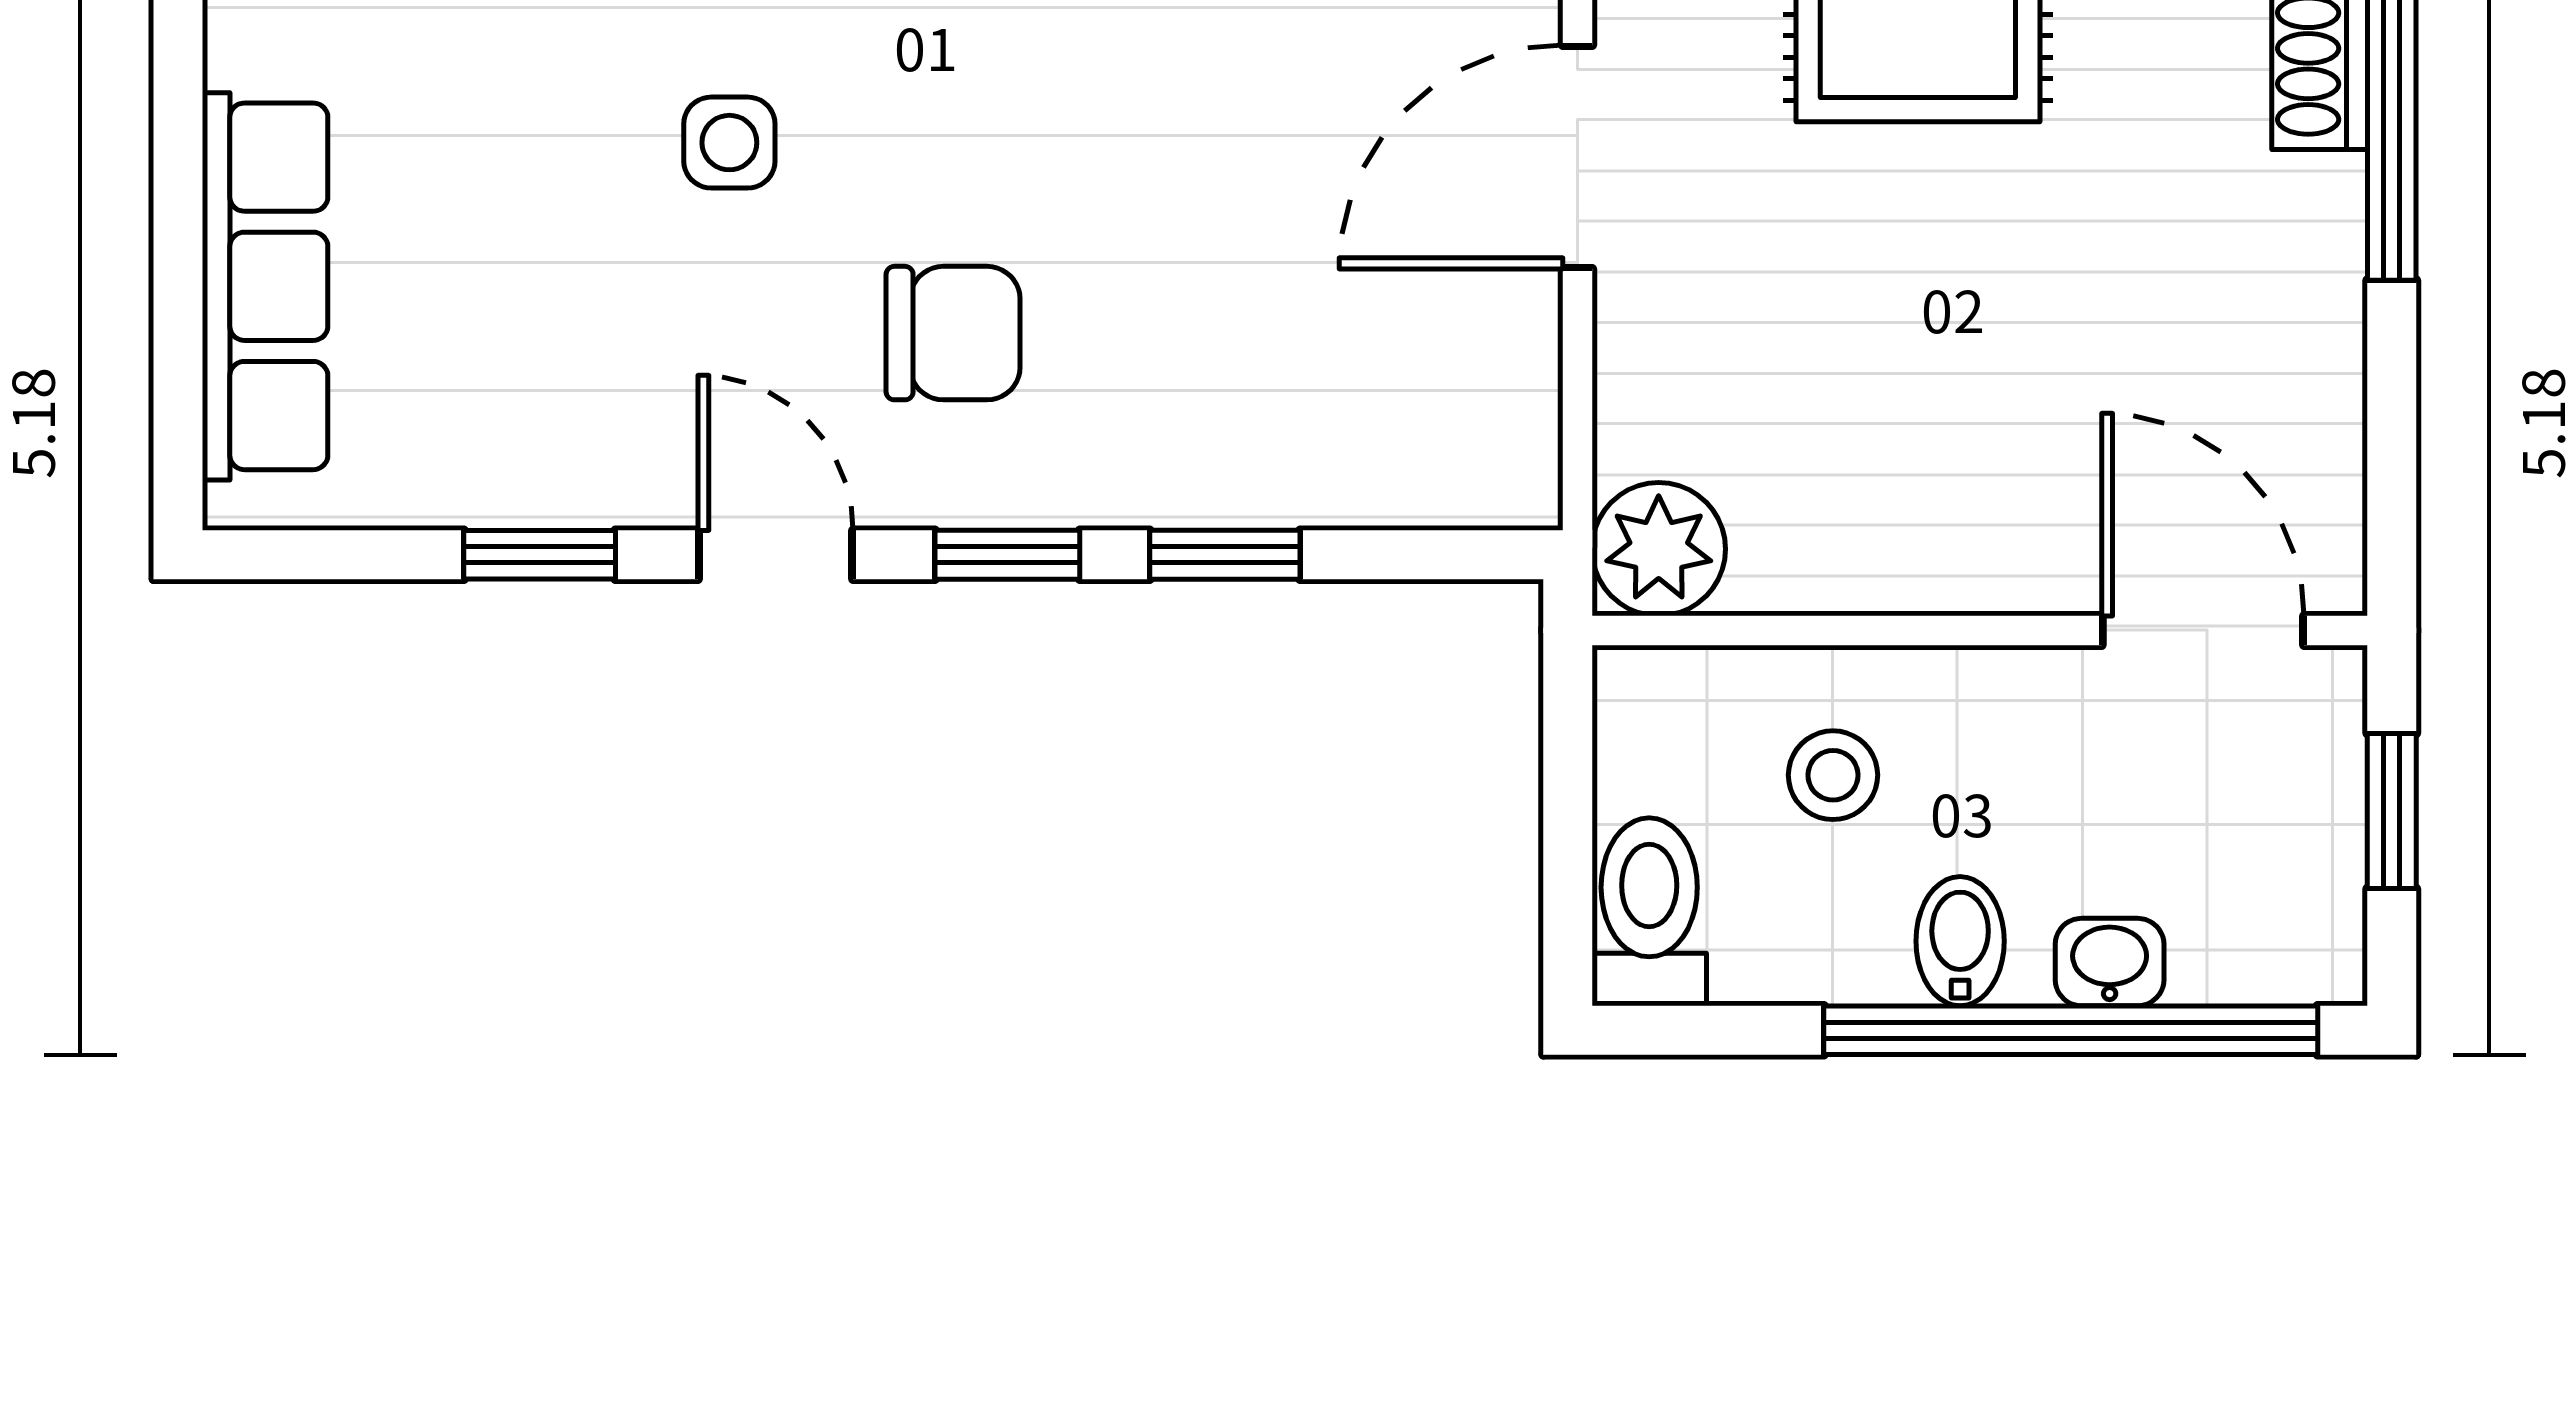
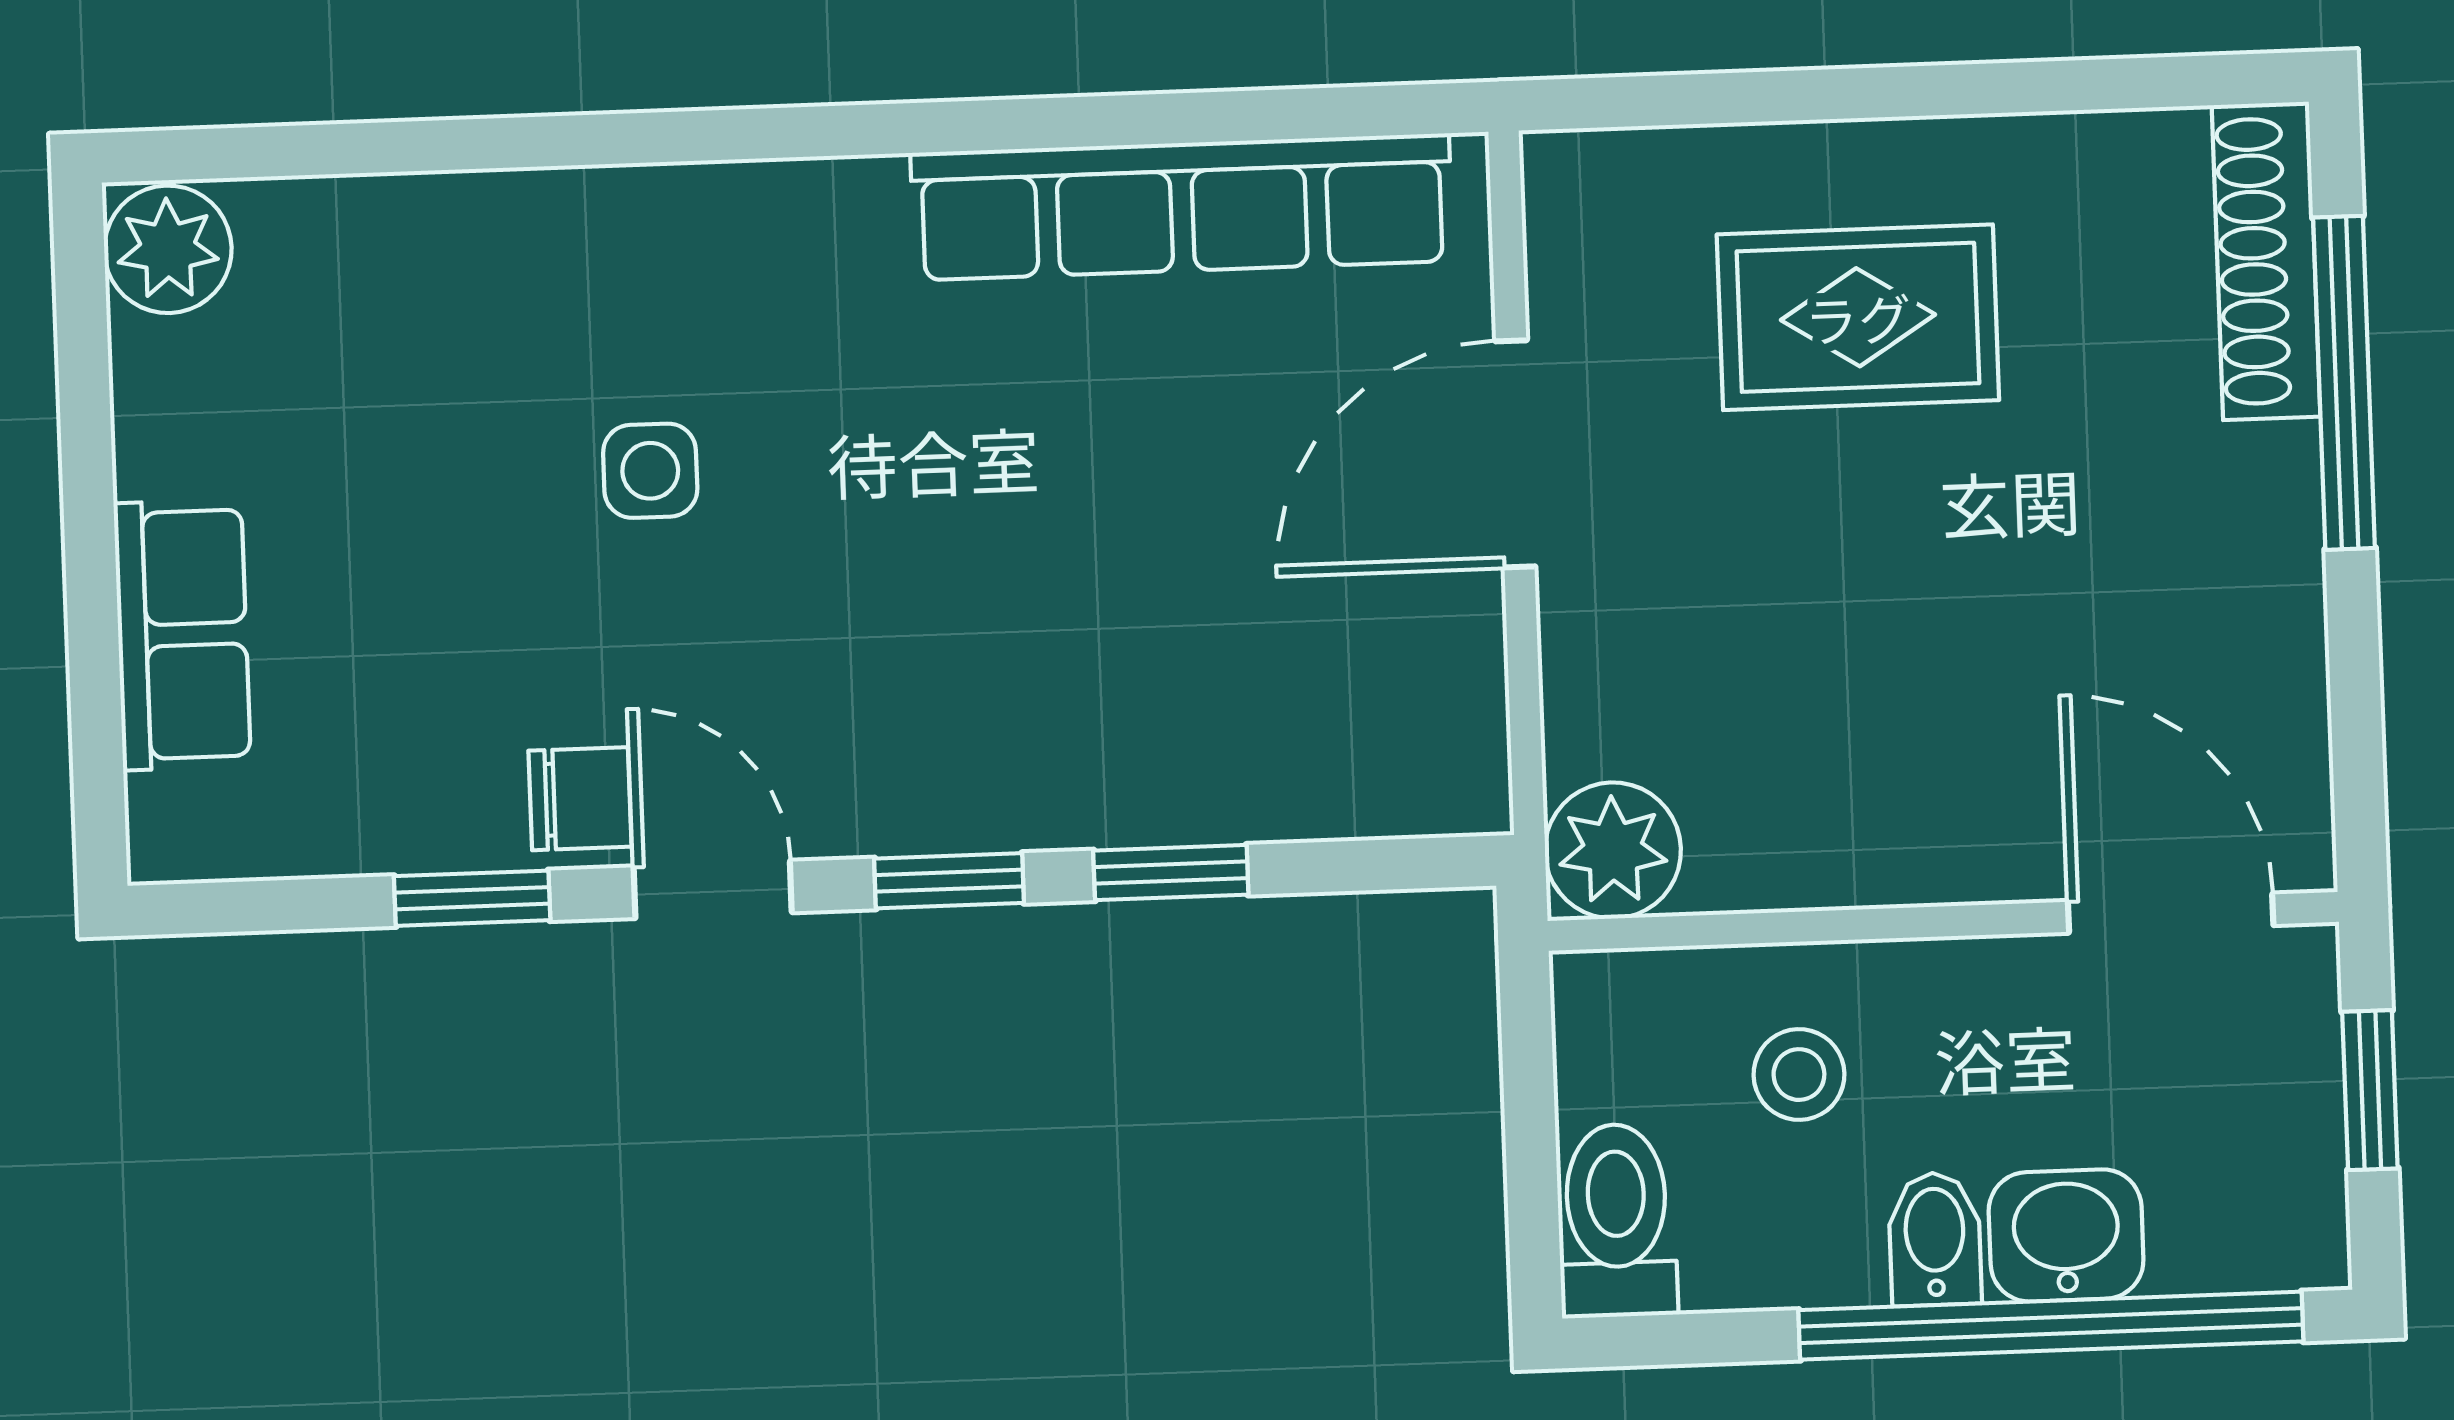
row of seats: (265, 286) -> (182, 635), width x0.68
chair: (953, 333) -> (580, 799), moved, width x0.73, depth x0.73
washbasin: (2110, 962) -> (2066, 1235), width x1.38, depth x1.45

